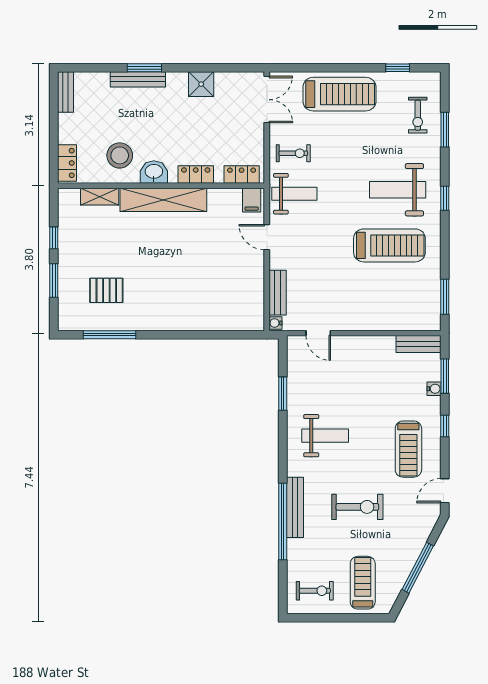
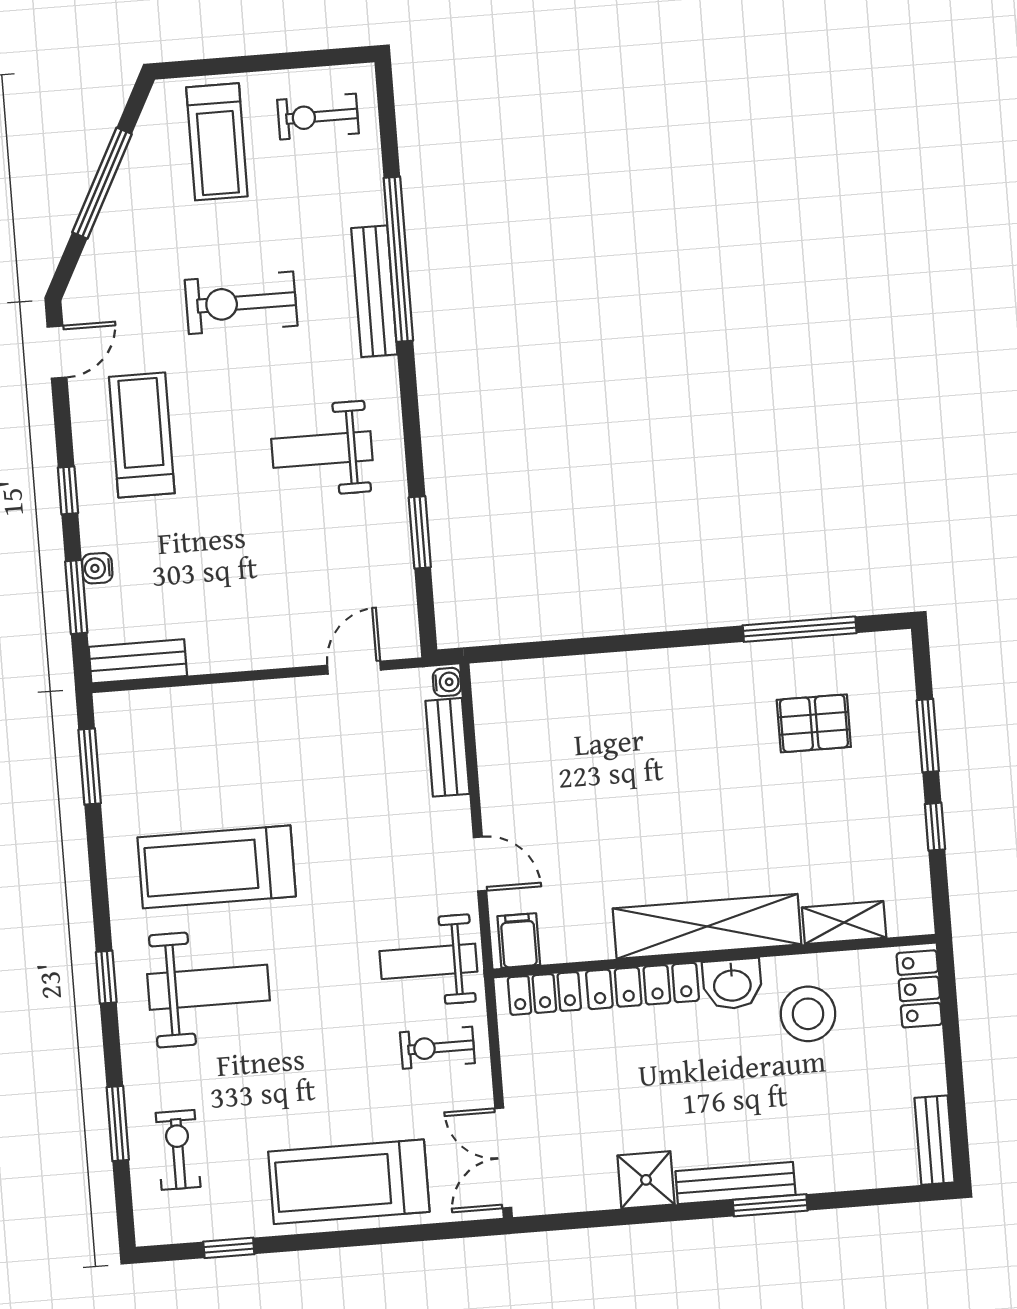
bench: (138, 79) -> (735, 1183), moved
locker: (196, 174) -> (642, 986), width x1.53
door: (318, 333) -> (354, 668), hinge flipped

